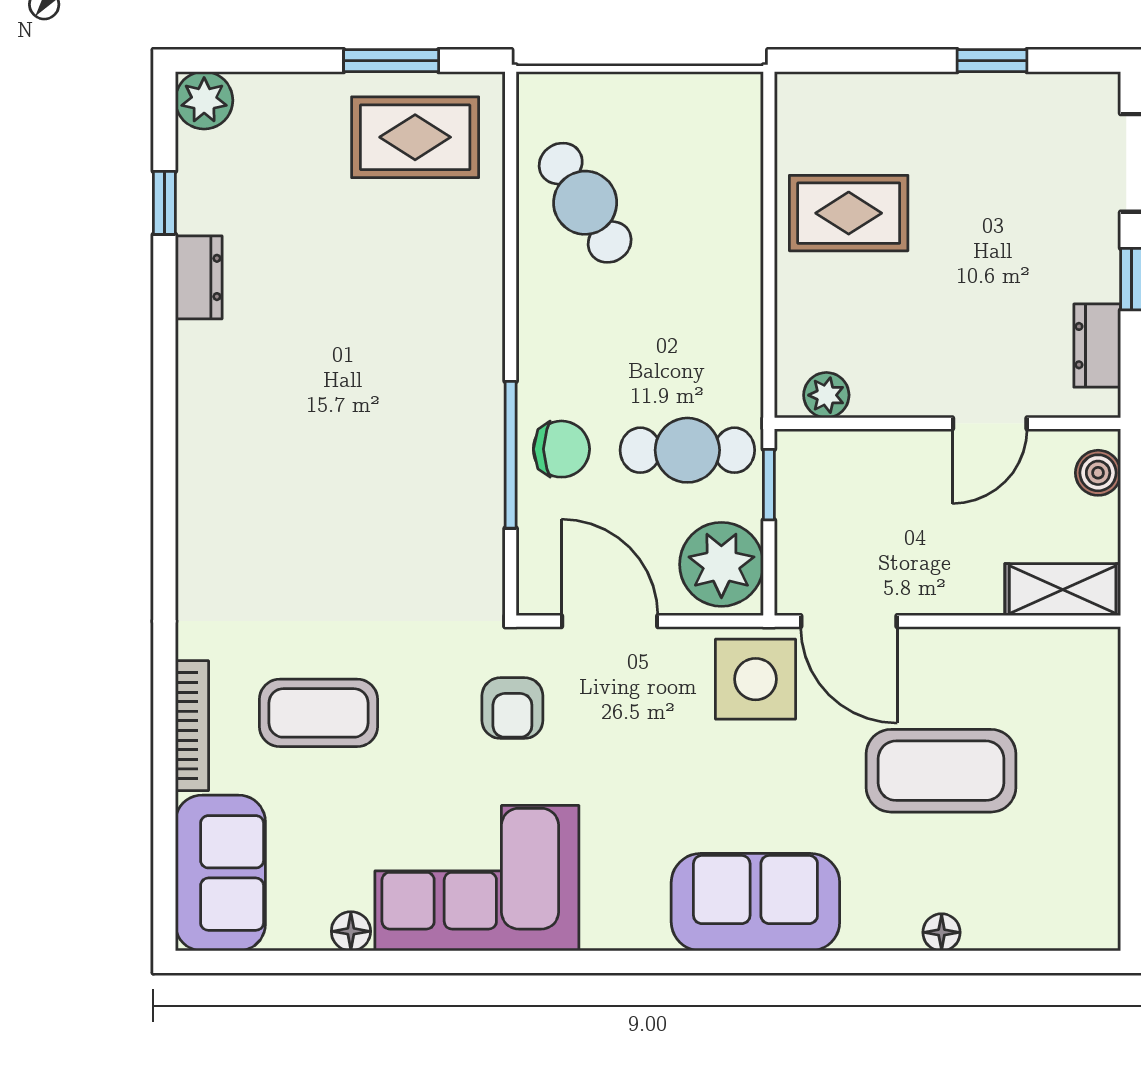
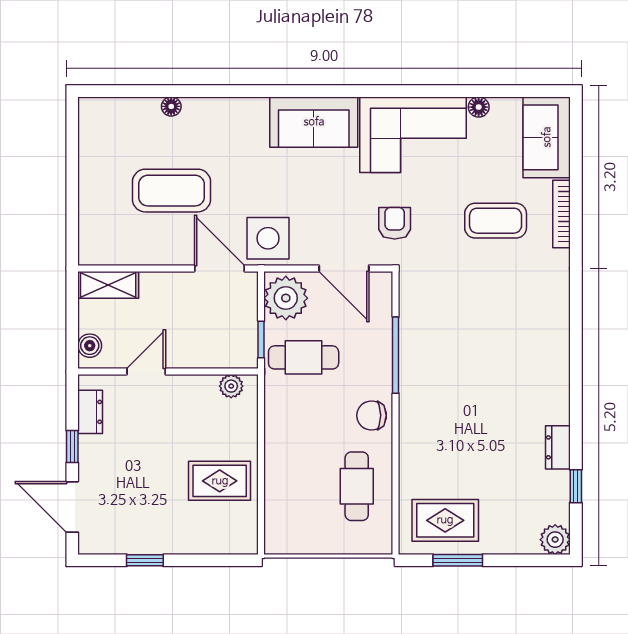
cafe table: (585, 203) -> (357, 486), turned 32
chair: (561, 449) -> (372, 415), moved
sofa: (755, 902) -> (314, 122), moved

